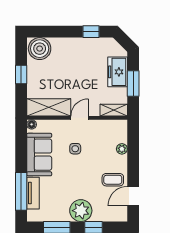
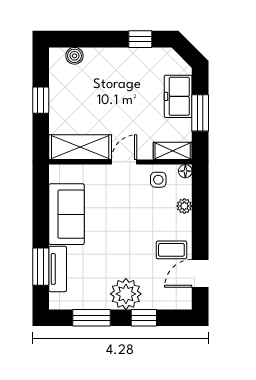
boiler: (40, 49) -> (74, 56), width x0.54, depth x0.54
floor lamp: (32, 124) -> (185, 171), moved
side table: (75, 149) -> (158, 180), moved
window: (21, 191) -> (41, 267), width x0.69

